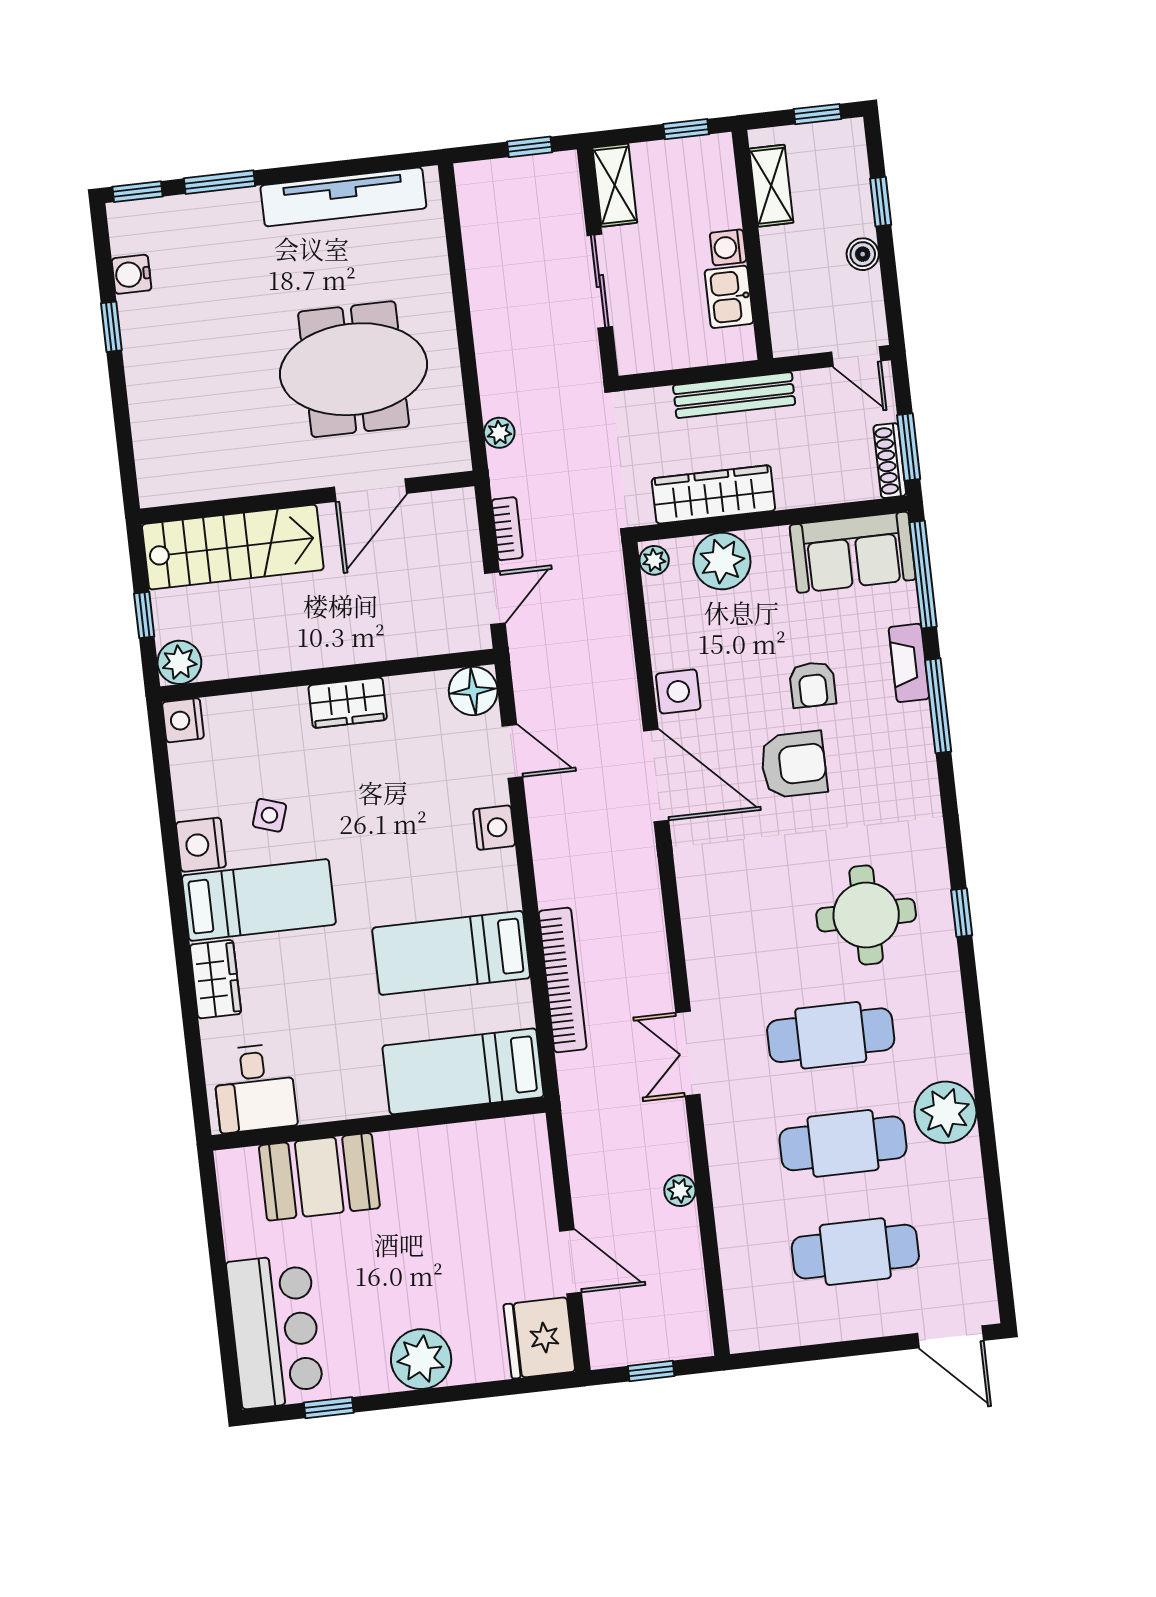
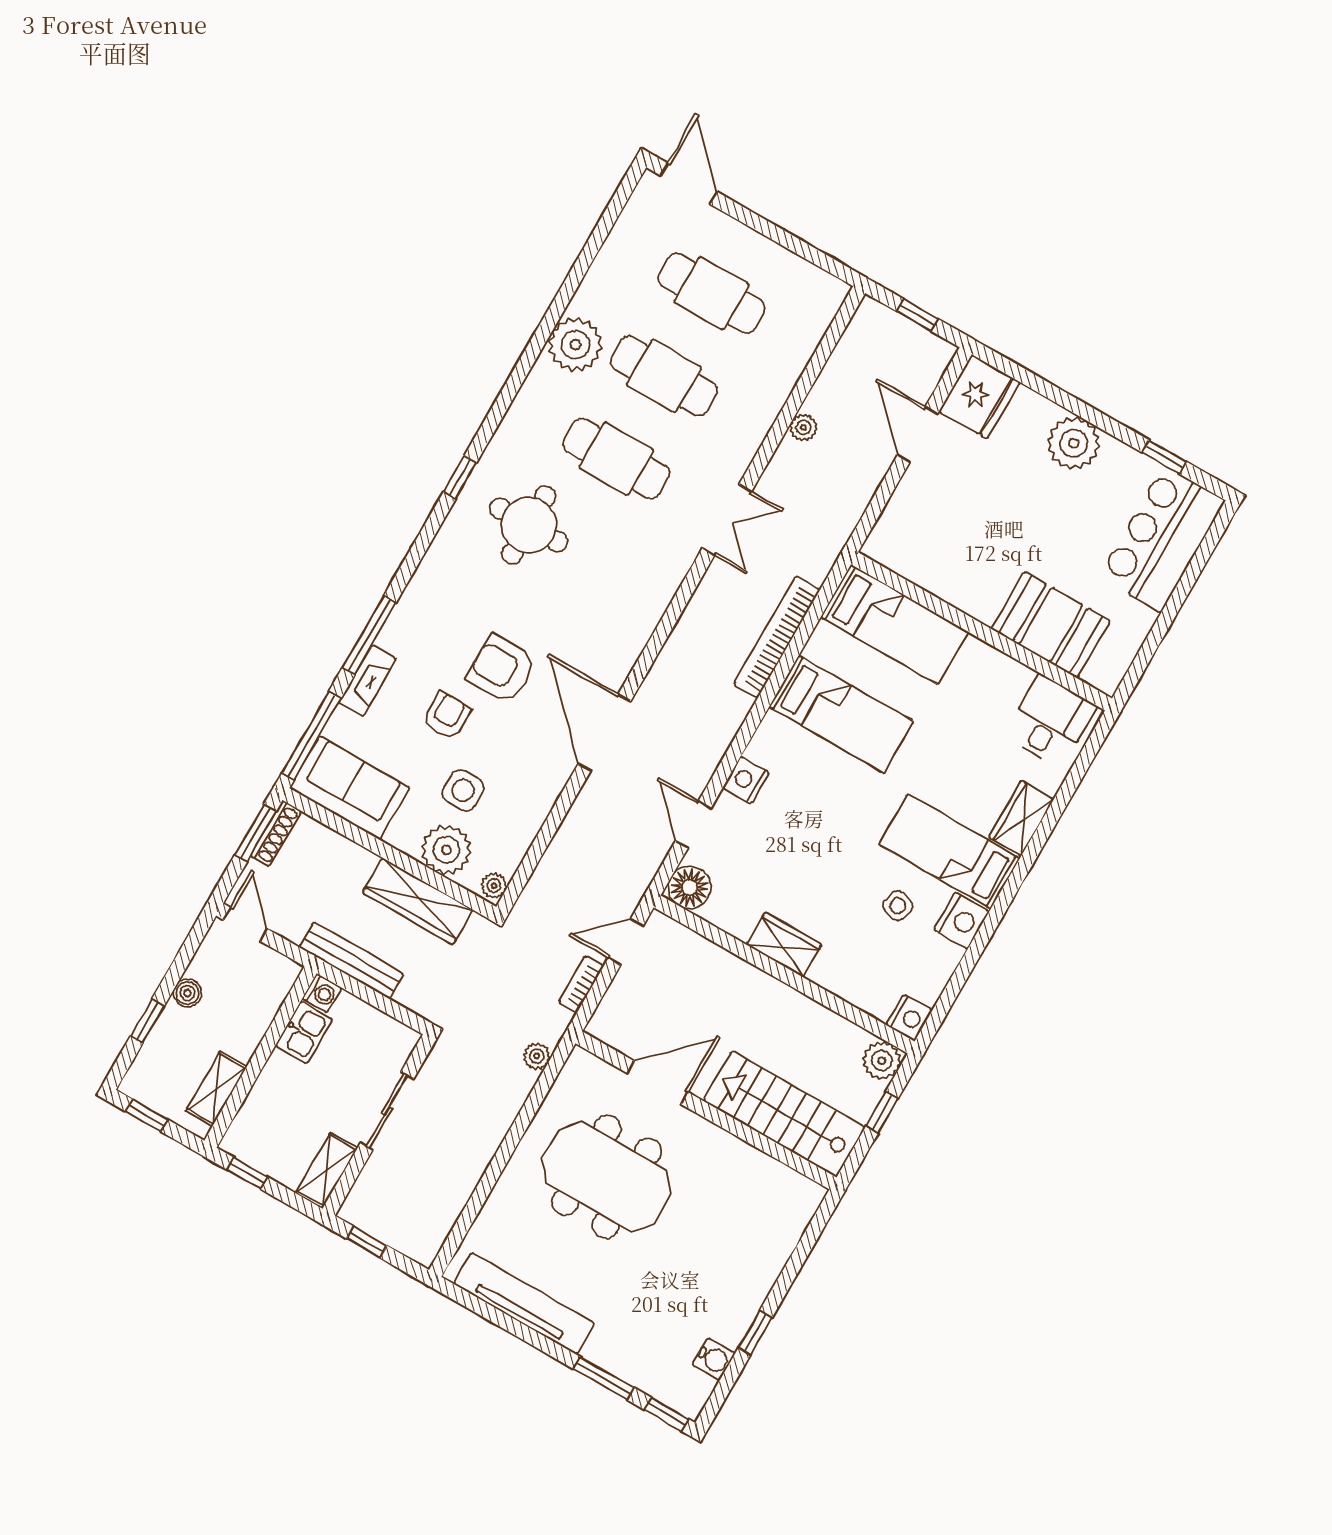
washing machine: (728, 247) -> (322, 993), moved
side table: (678, 691) -> (463, 790), moved

